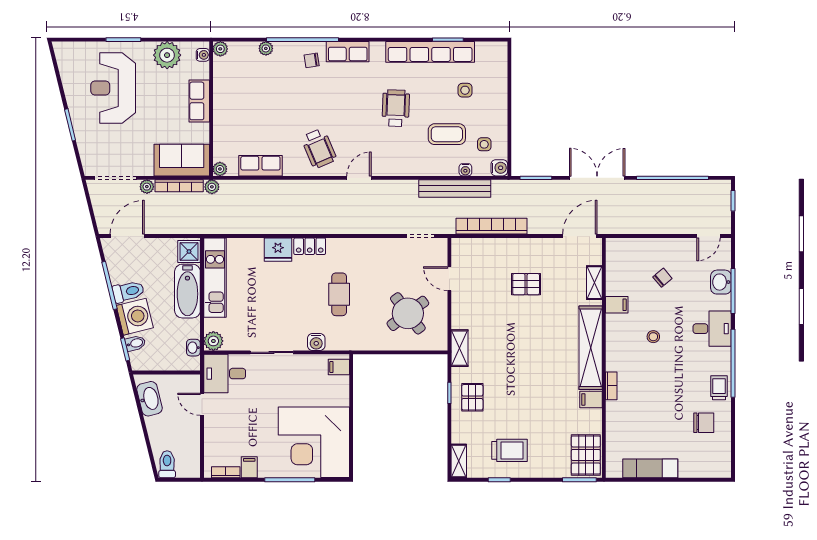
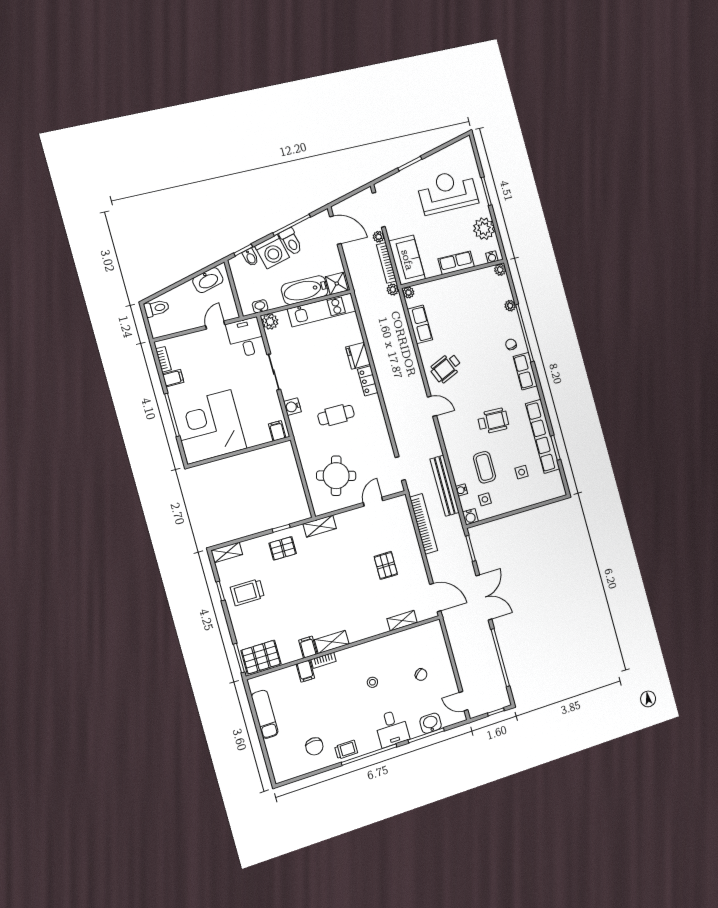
filing cabinet: (617, 305) -> (305, 671), moved
round table: (408, 313) -> (336, 476), turned -37
shelving: (591, 348) -> (332, 642), width x0.45, depth x0.75
trolley: (509, 450) -> (247, 592), turned 90

